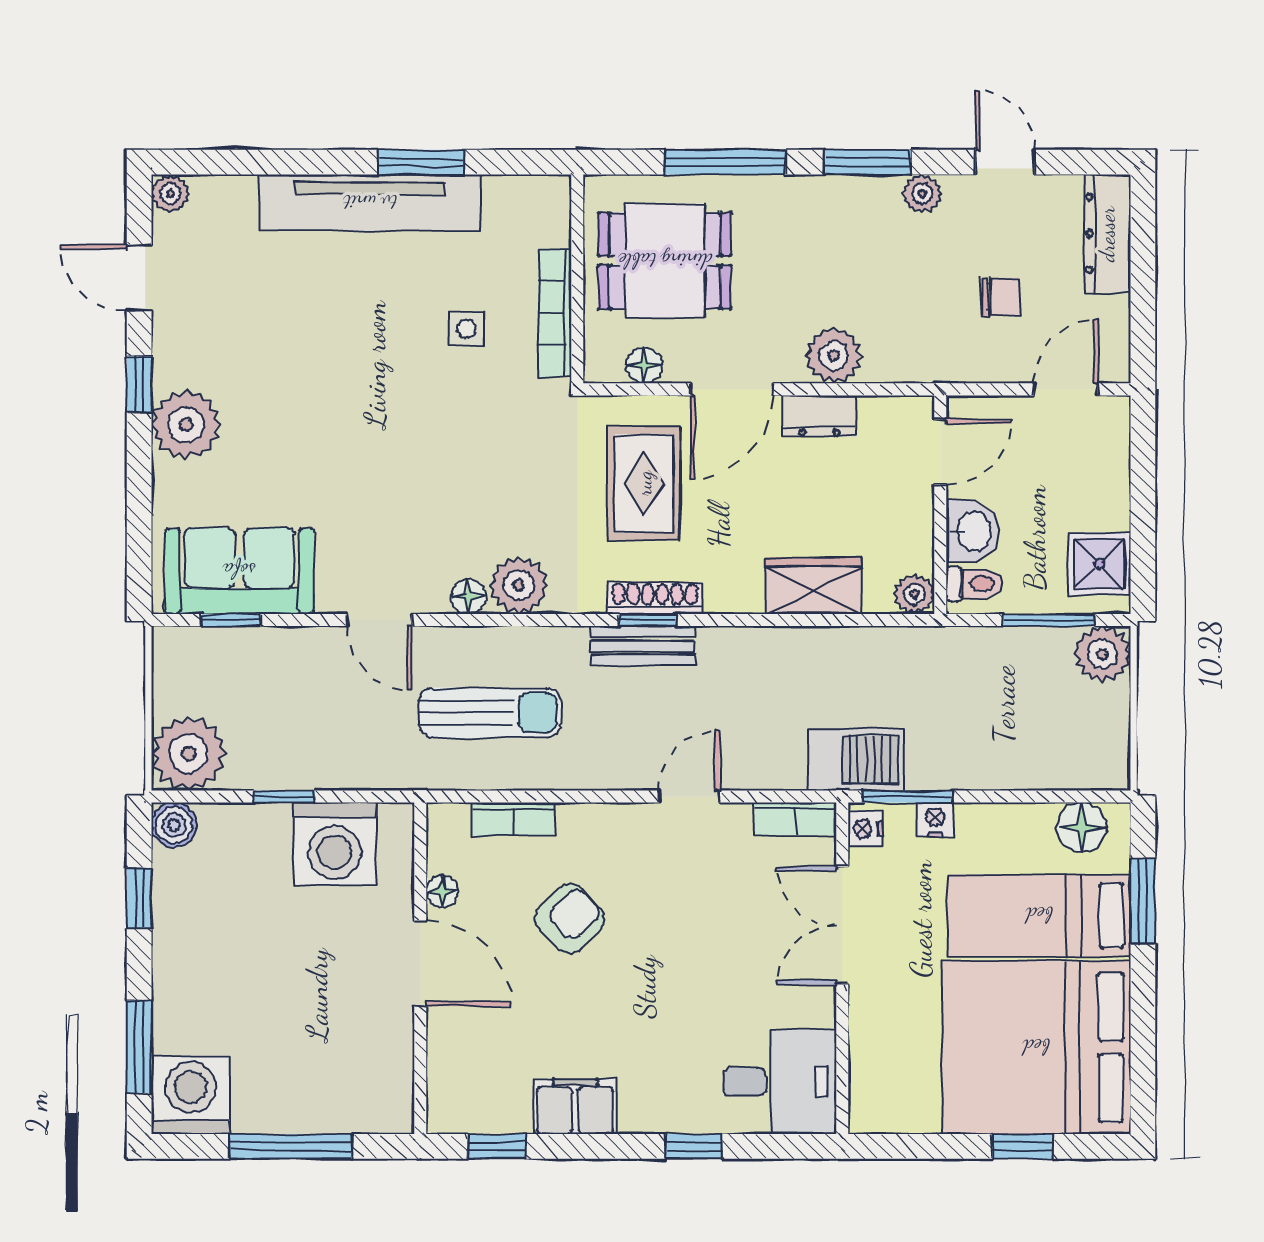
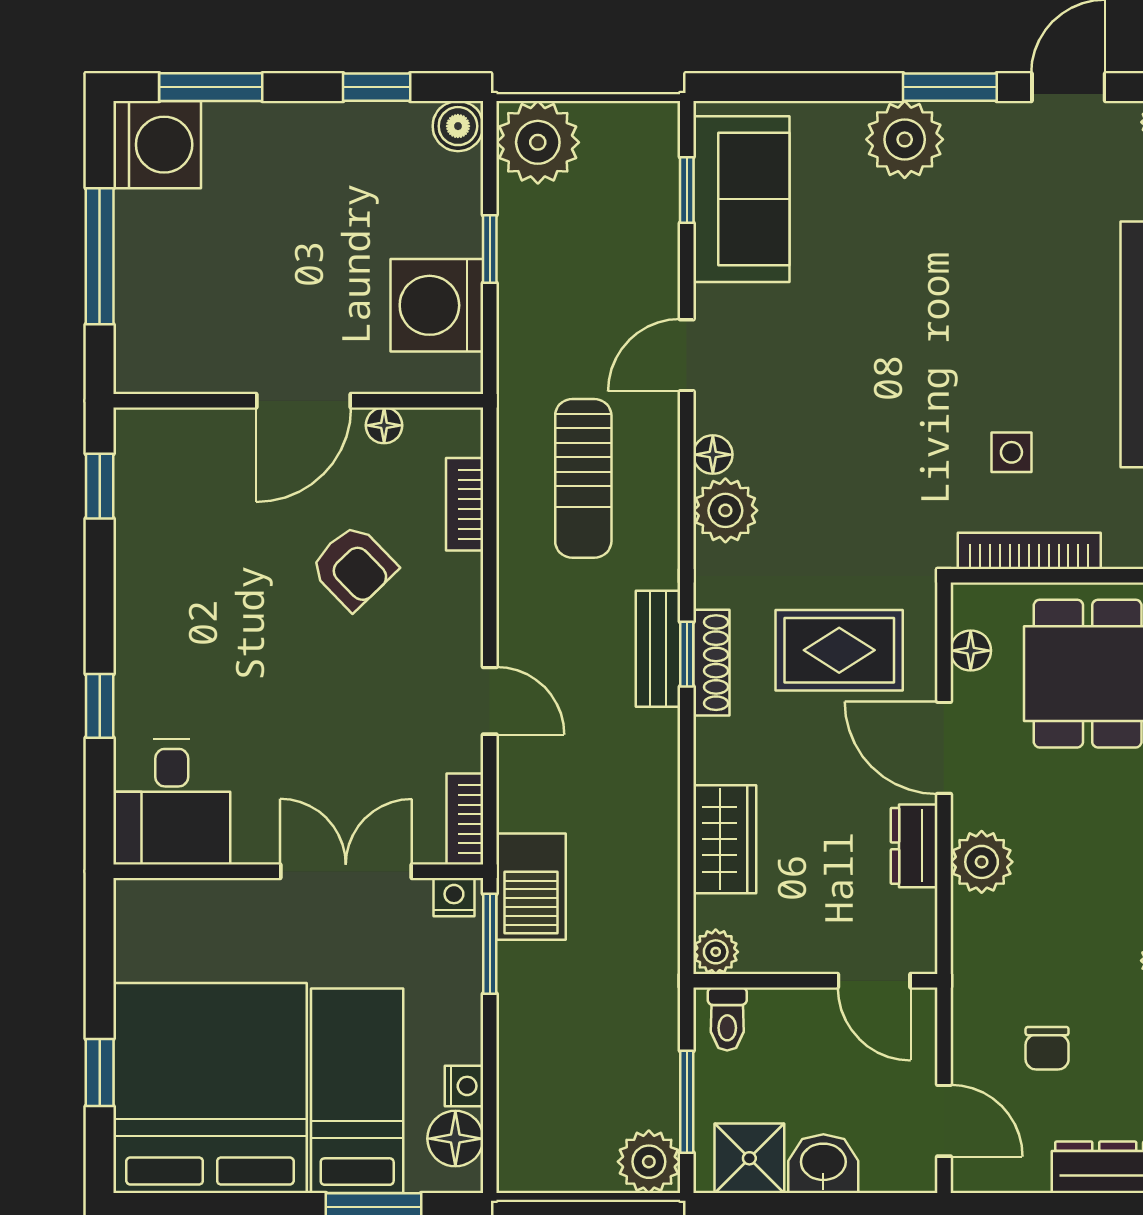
window: (139, 384) -> (950, 87), width x1.50
washbasin: (973, 531) -> (823, 1164), moved, turned 180
nightstand: (935, 820) -> (464, 1086), moved
filing cabinet: (575, 1107) -> (144, 573), removed

